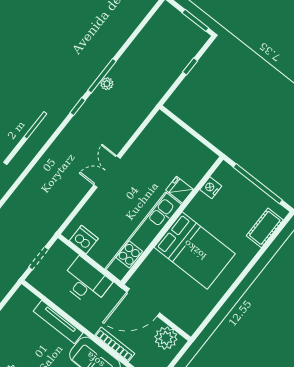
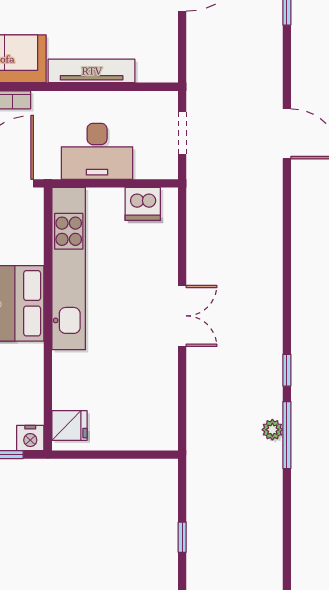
nightstand: (211, 188) -> (30, 438), moved, turned 90
fridge: (180, 190) -> (70, 426), moved

